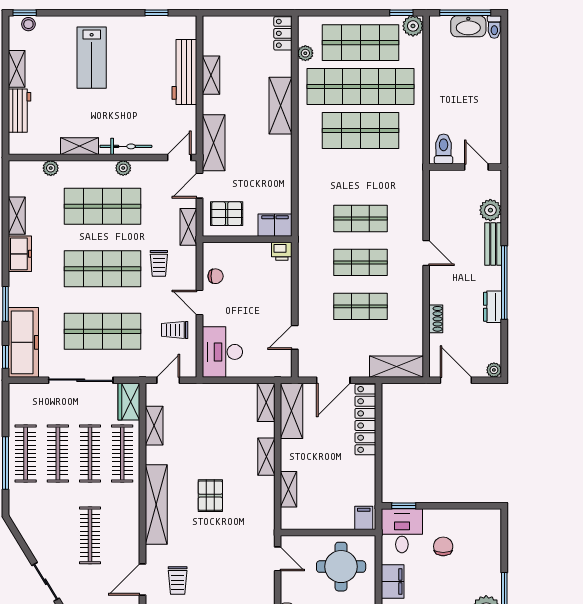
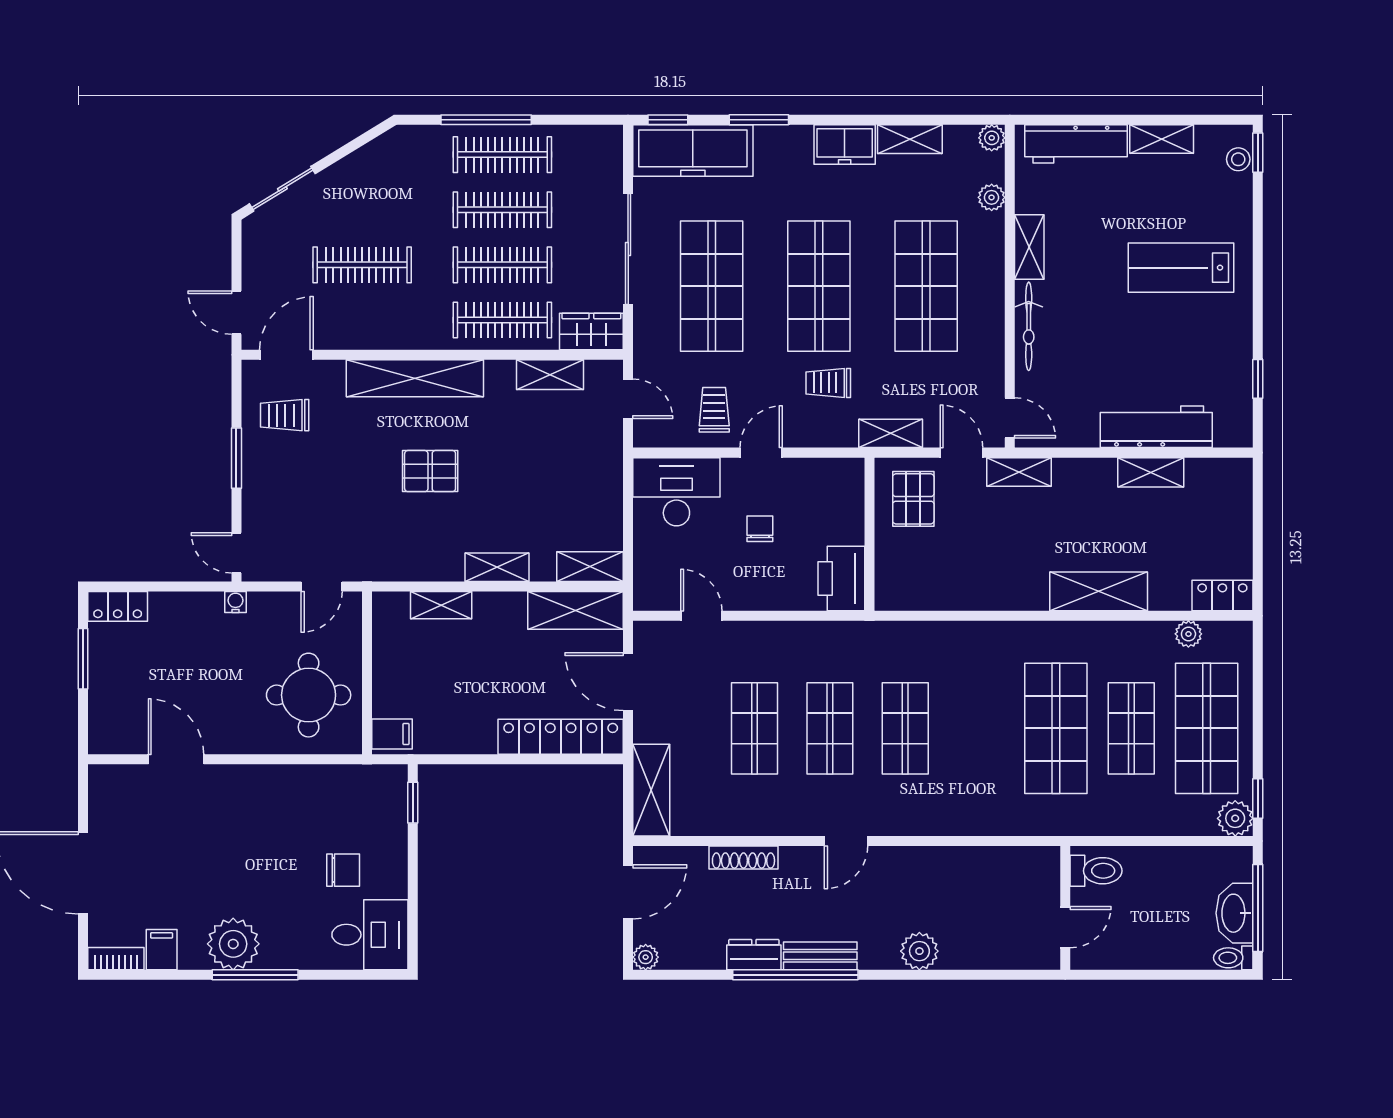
shop shelf: (360, 87) -> (1131, 728), width x0.50, depth x0.74
workbench: (19, 111) -> (1076, 144), width x1.38
shelving: (214, 143) -> (1019, 472), width x0.67, depth x0.75
toilet: (444, 149) -> (1096, 871), moved
wall: (465, 167) -> (1065, 908), moved
door: (476, 167) -> (1065, 927), moved
plant: (123, 168) -> (992, 138), moved
filing cabinet: (275, 225) -> (894, 582), removed
bench: (493, 244) -> (820, 956), moved
printer: (282, 251) -> (841, 579), width x1.87, depth x1.48
chair: (216, 276) -> (760, 529), moved, turned 180
shoe rack: (436, 319) -> (743, 858), width x1.43
desk: (402, 531) -> (370, 935), moved
door: (142, 579) -> (286, 355), hinge flipped
filing cabinet: (393, 581) -> (283, 783), removed

